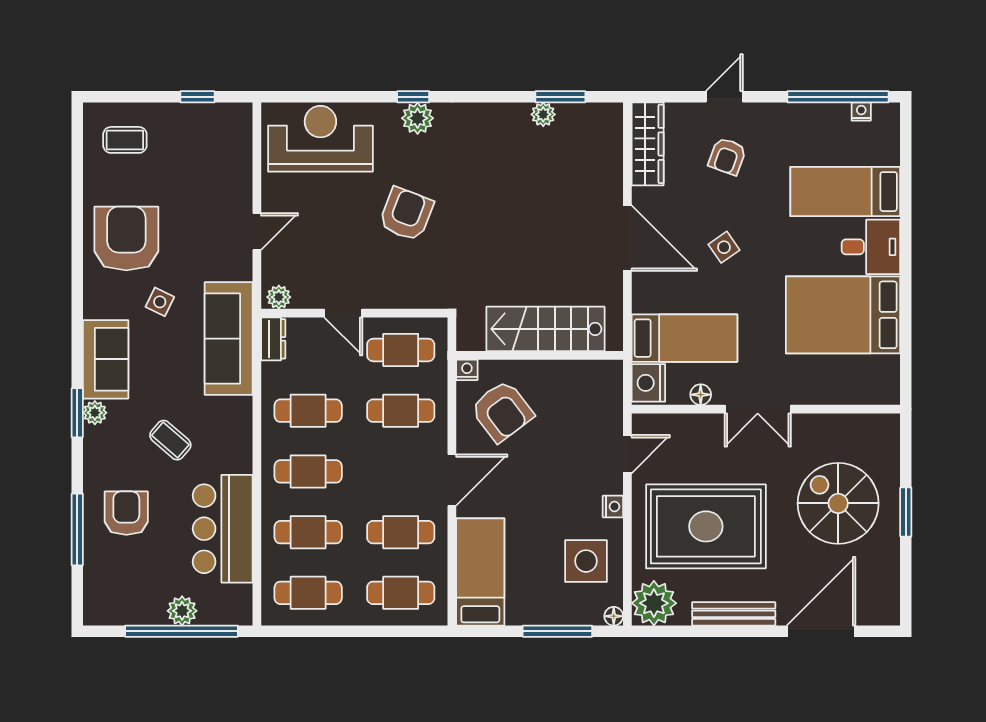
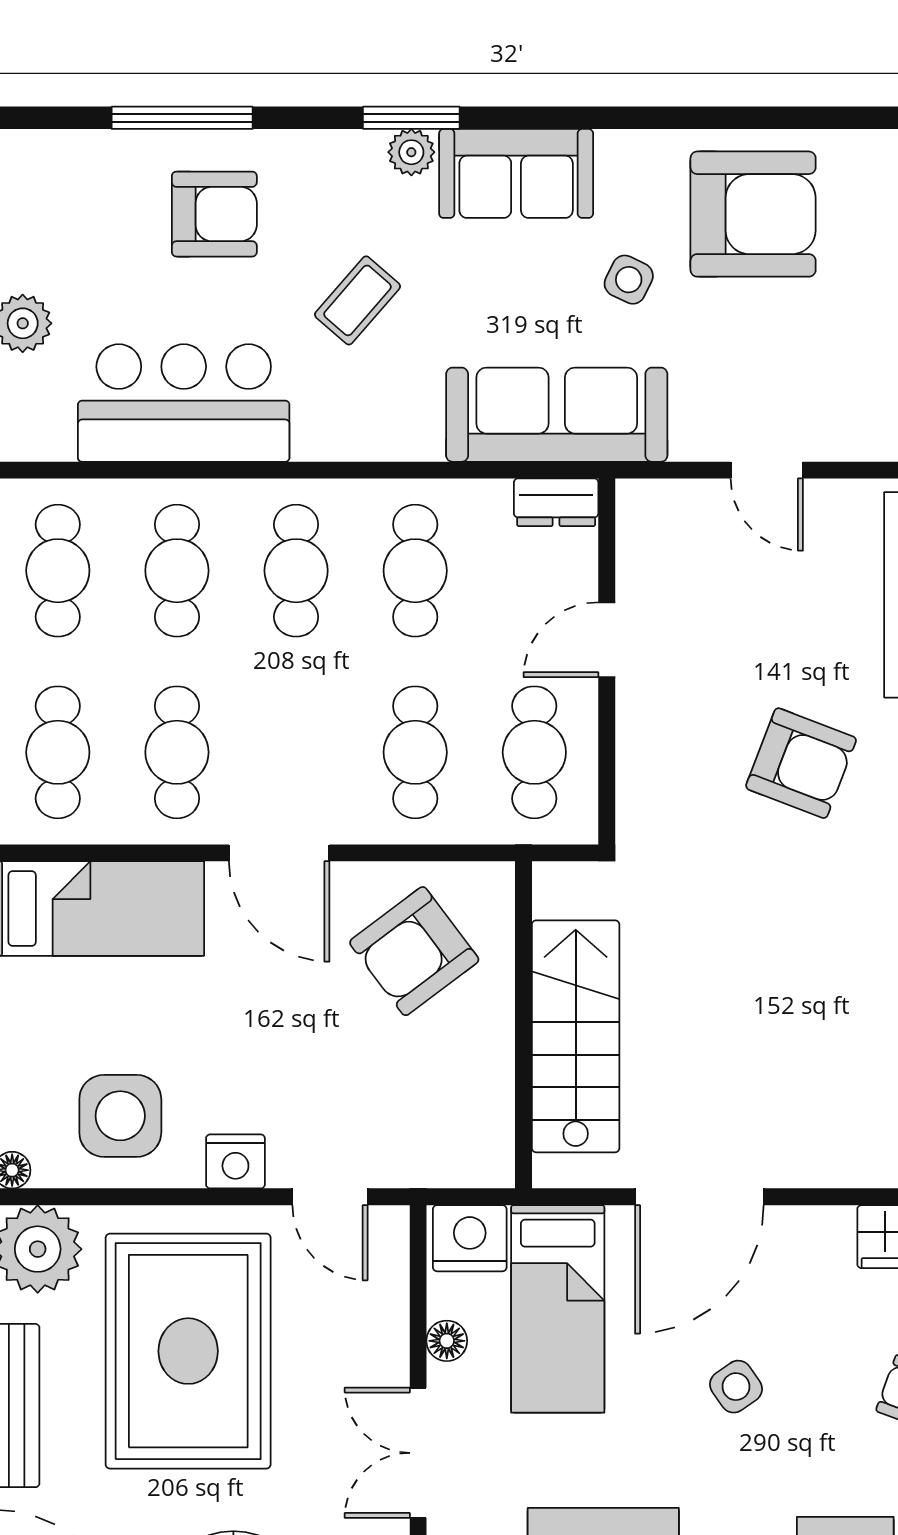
door: (627, 238) -> (699, 1197), moved
plant: (279, 297) -> (638, 513), removed
nightstand: (467, 370) -> (495, 882), removed
nightstand: (613, 507) -> (235, 1161), width x1.39, depth x1.35

